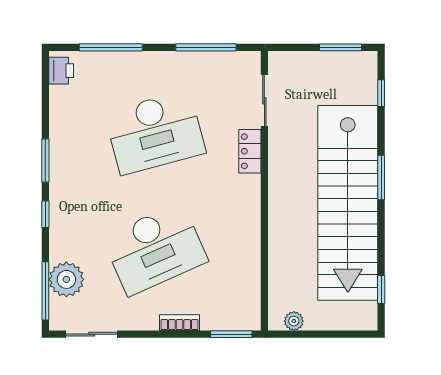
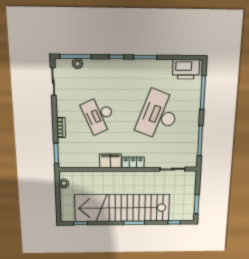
printer: (61, 71) -> (186, 69), width x1.87, depth x1.48
desk: (155, 133) -> (158, 115), turned 36
locker: (250, 151) -> (133, 162), moved
filing cabinet: (247, 227) -> (110, 161), added
desk: (155, 249) -> (99, 115), width x0.73, depth x0.77
plant: (66, 279) -> (77, 64), width x0.53, depth x0.53

